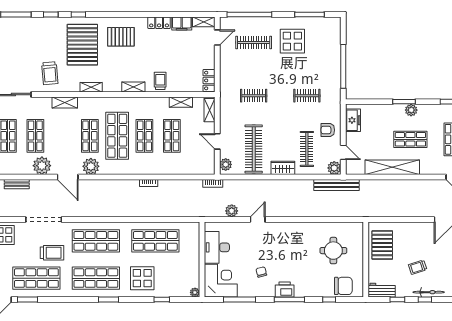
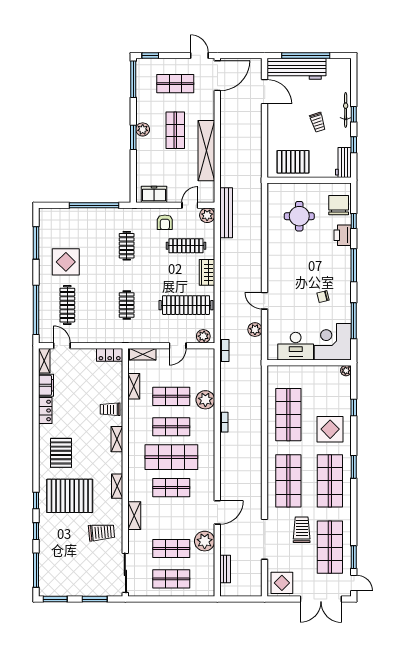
plant: (91, 166) -> (205, 400), moved
printer: (285, 290) -> (343, 235), moved

